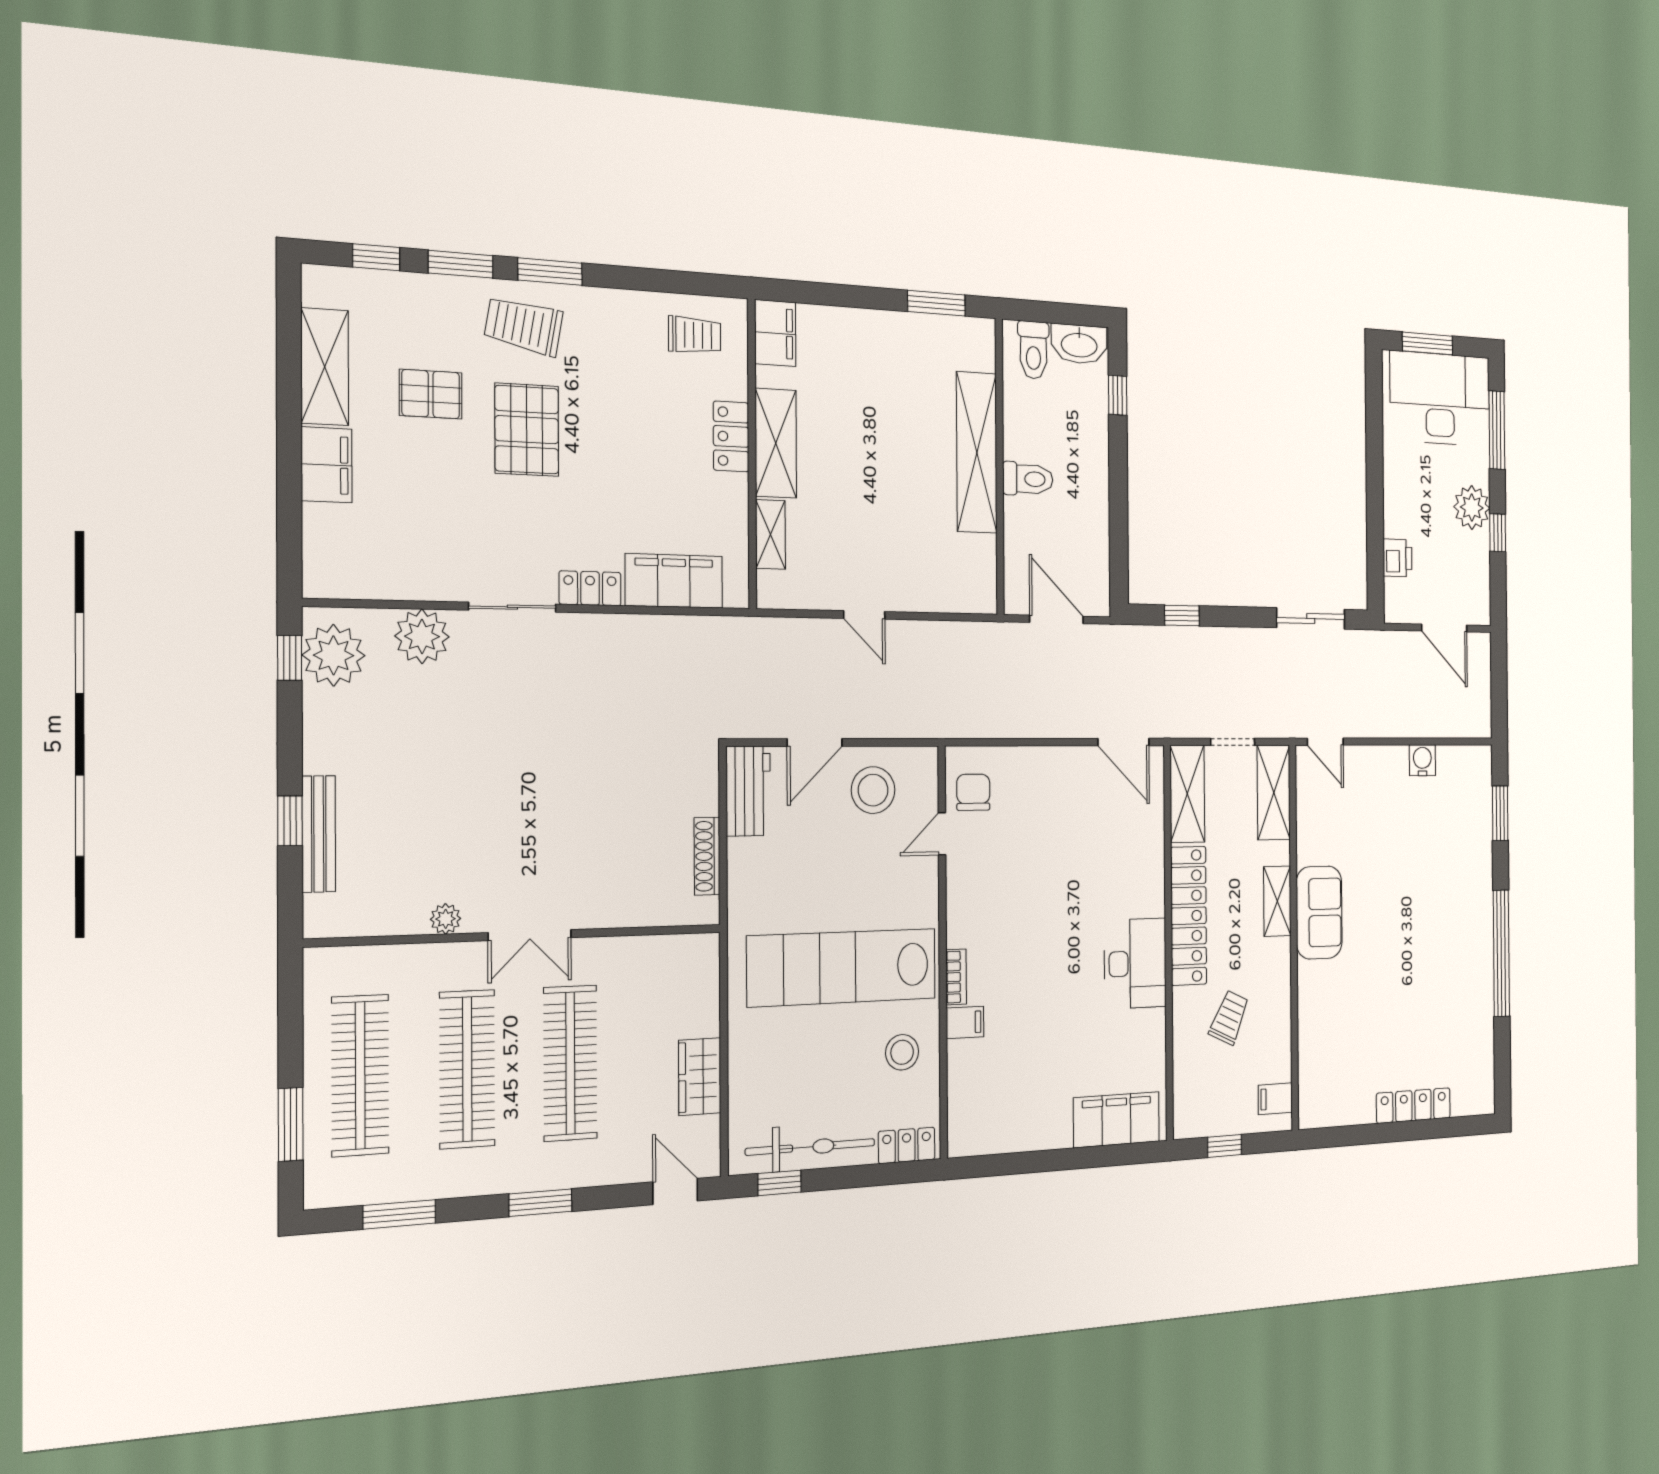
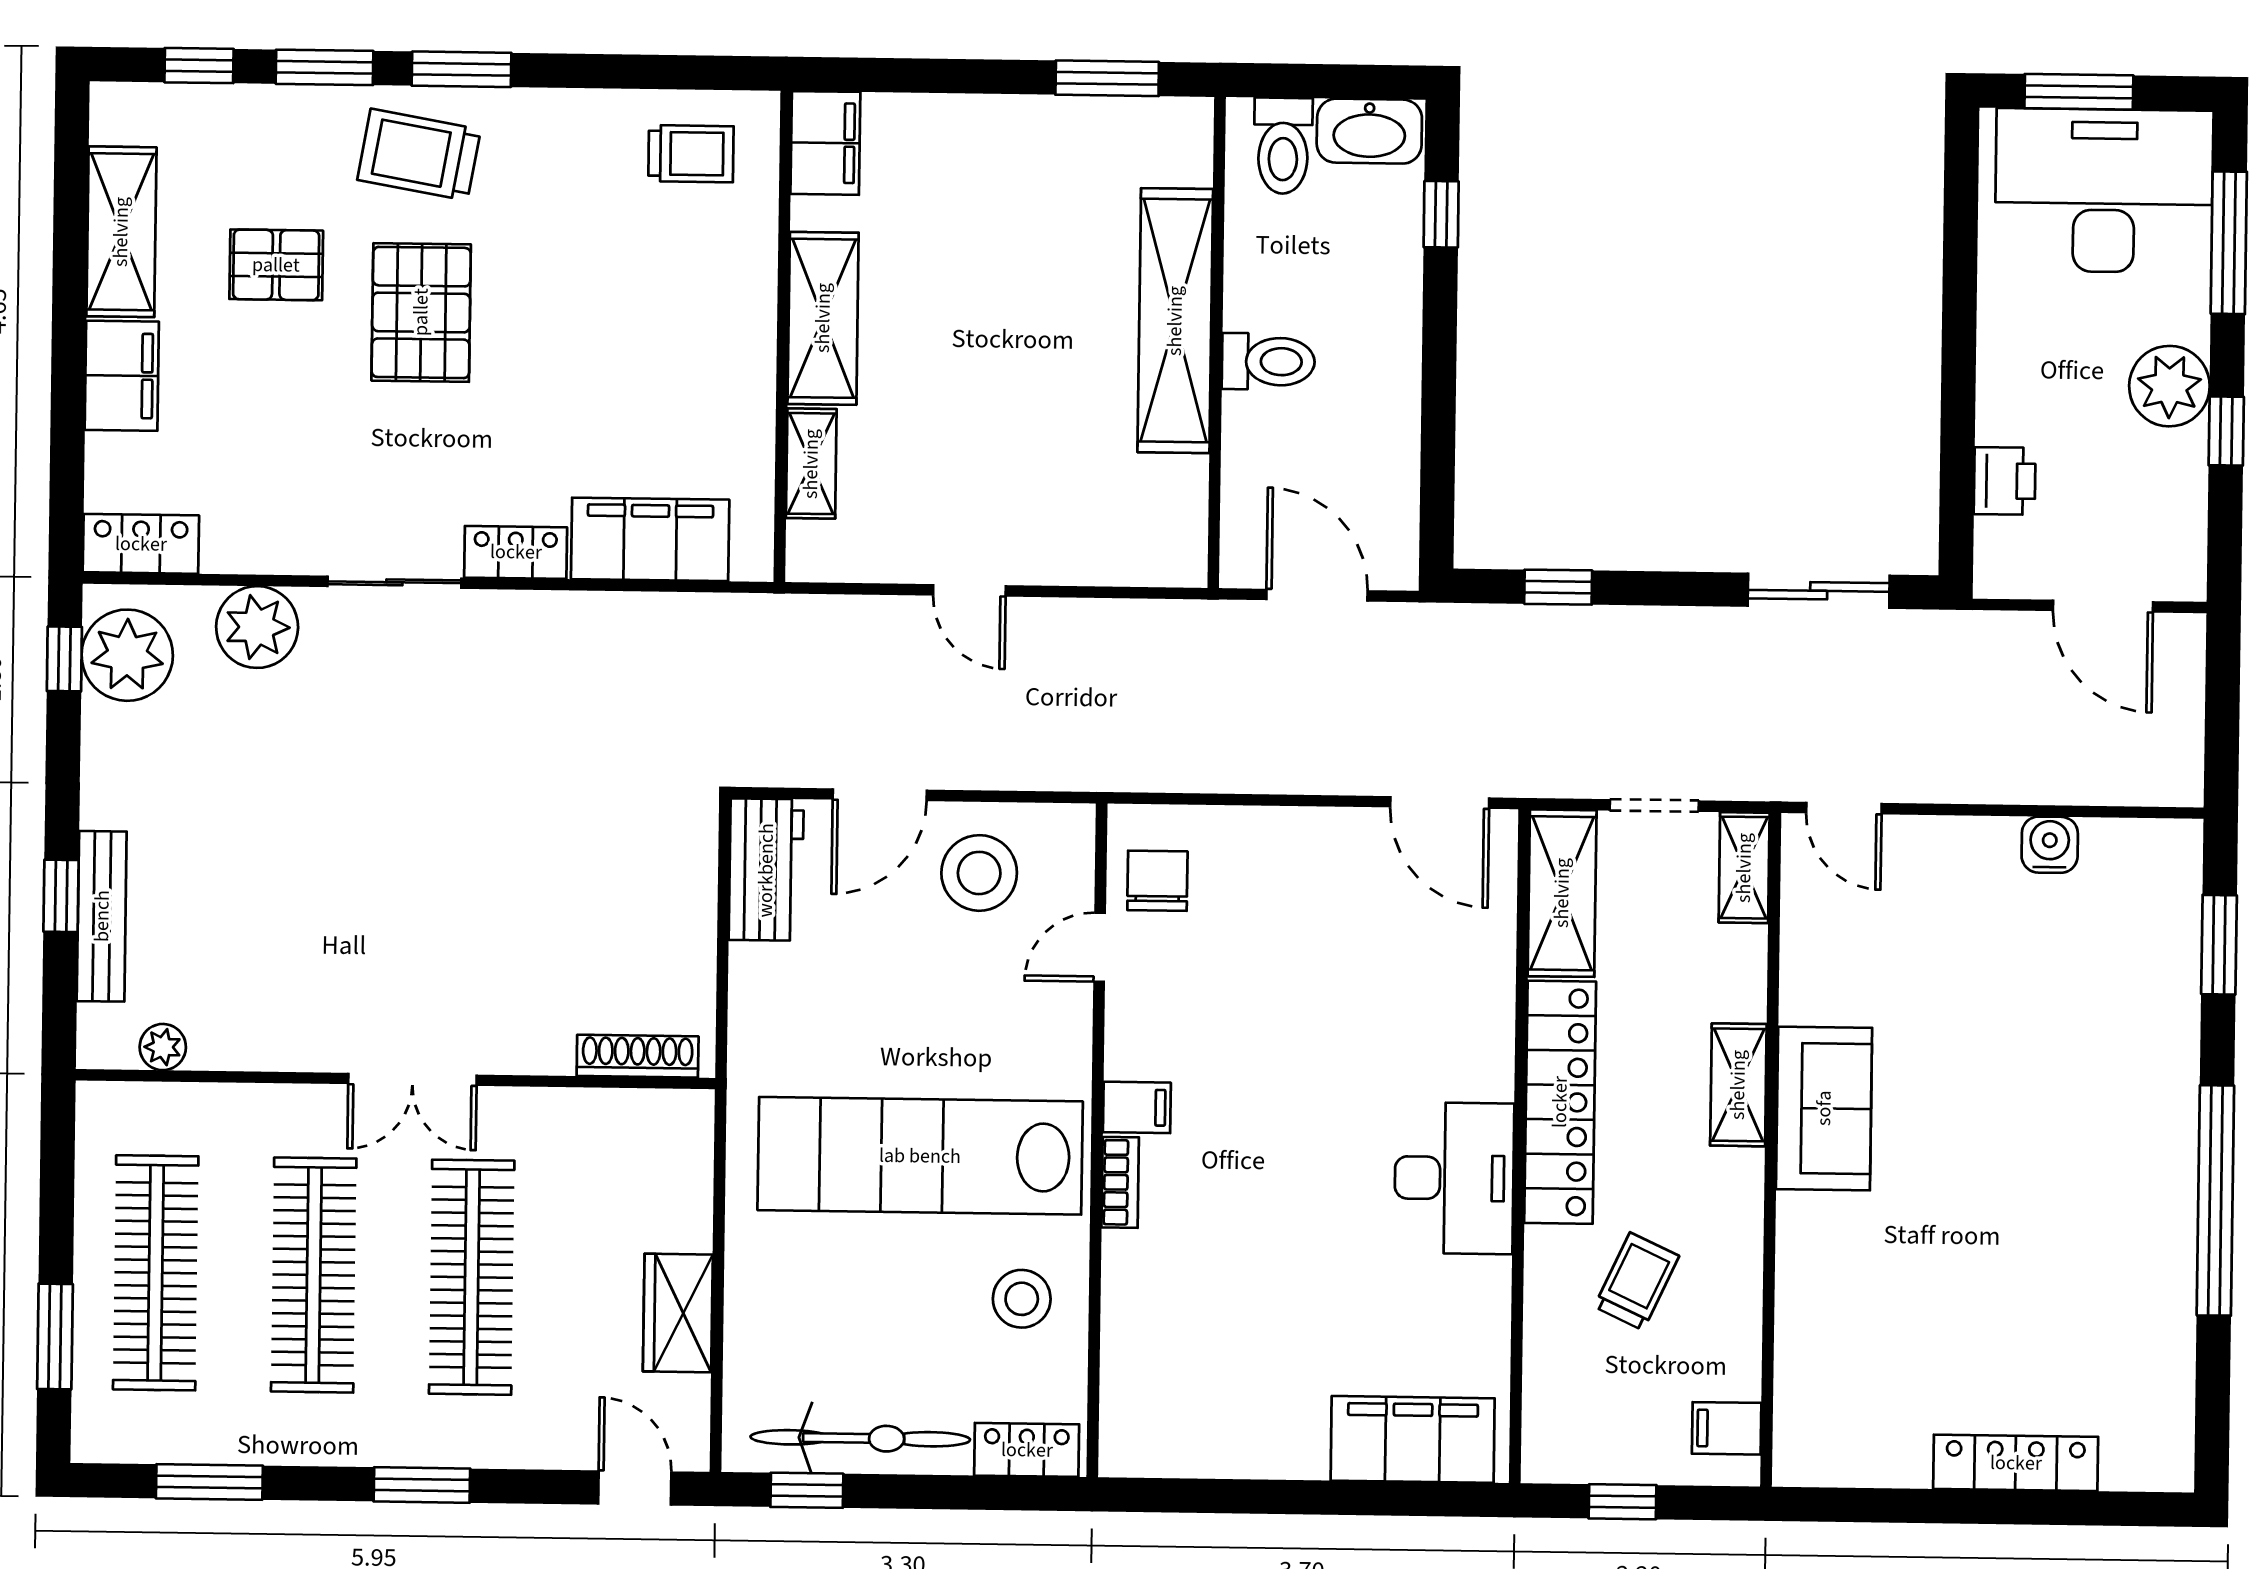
locker: (731, 436) -> (141, 544), moved, turned 90
shelving: (1274, 792) -> (1744, 868), width x0.67, depth x0.75
shoe rack: (707, 856) -> (638, 1056), moved, turned 90
plant: (446, 919) -> (163, 1047), moved
filing cabinet: (965, 1022) -> (1137, 1107), moved

